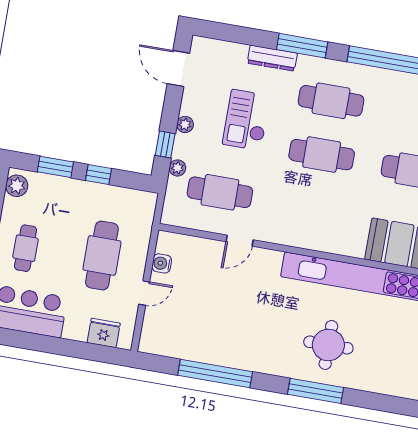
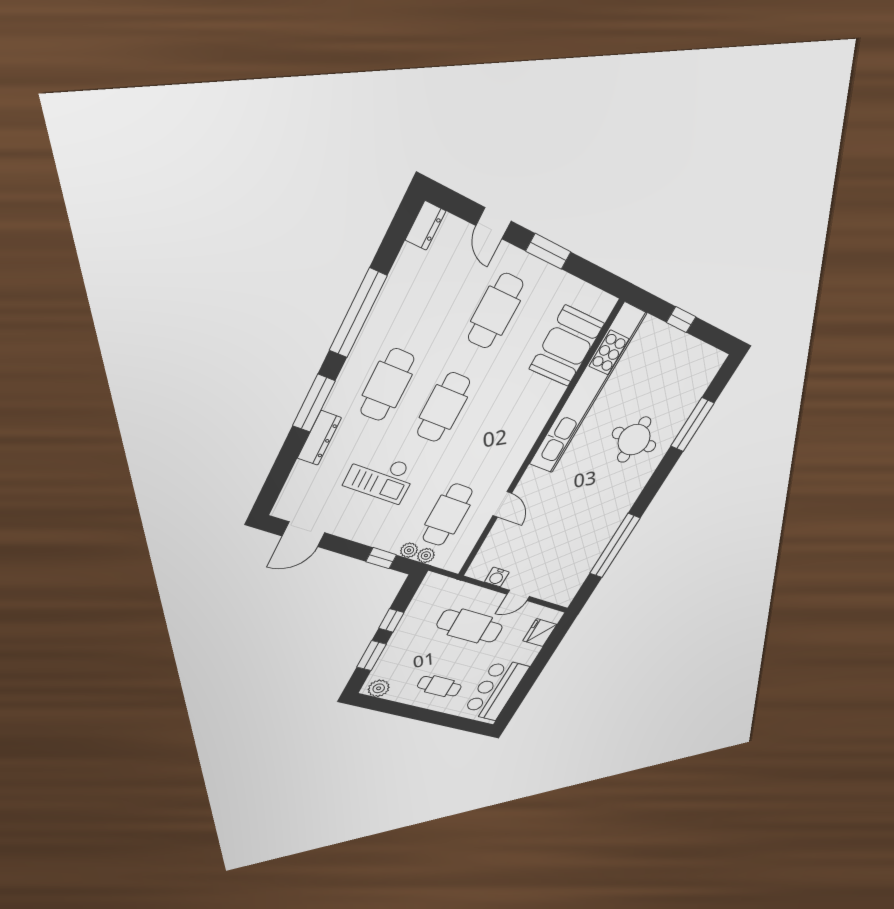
plant: (185, 124) -> (426, 556), moved
door: (144, 293) -> (518, 595), swing flipped
window: (316, 391) -> (692, 425), moved

